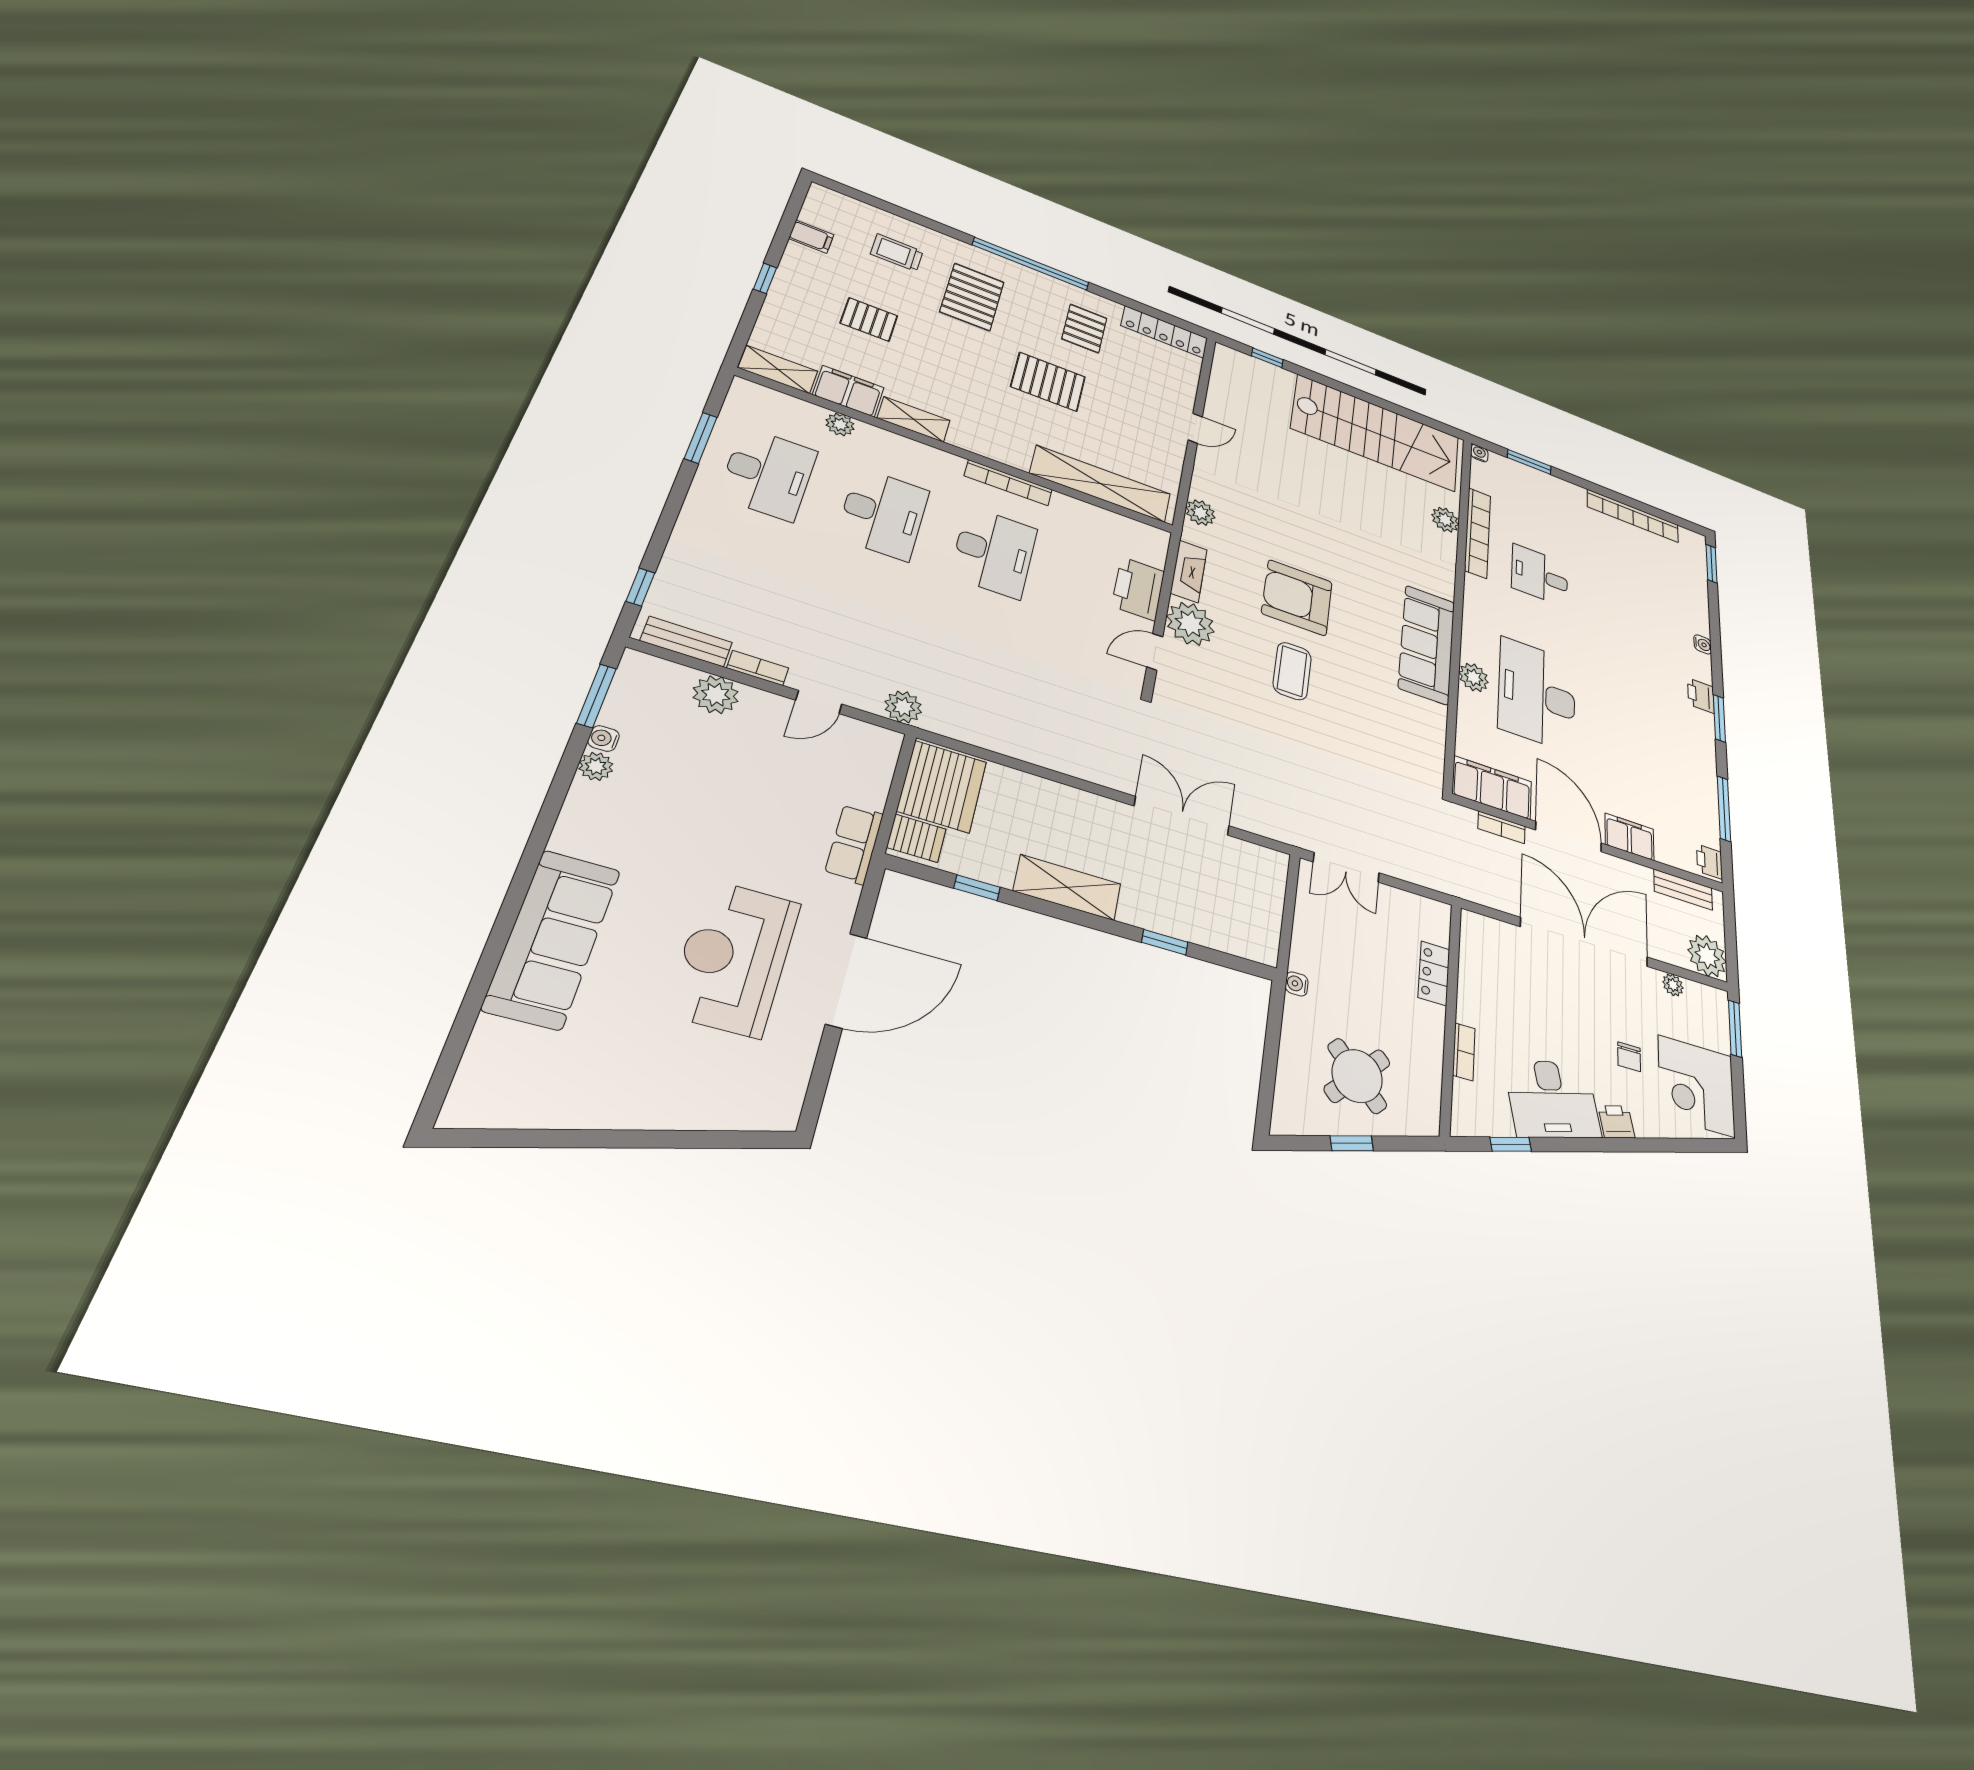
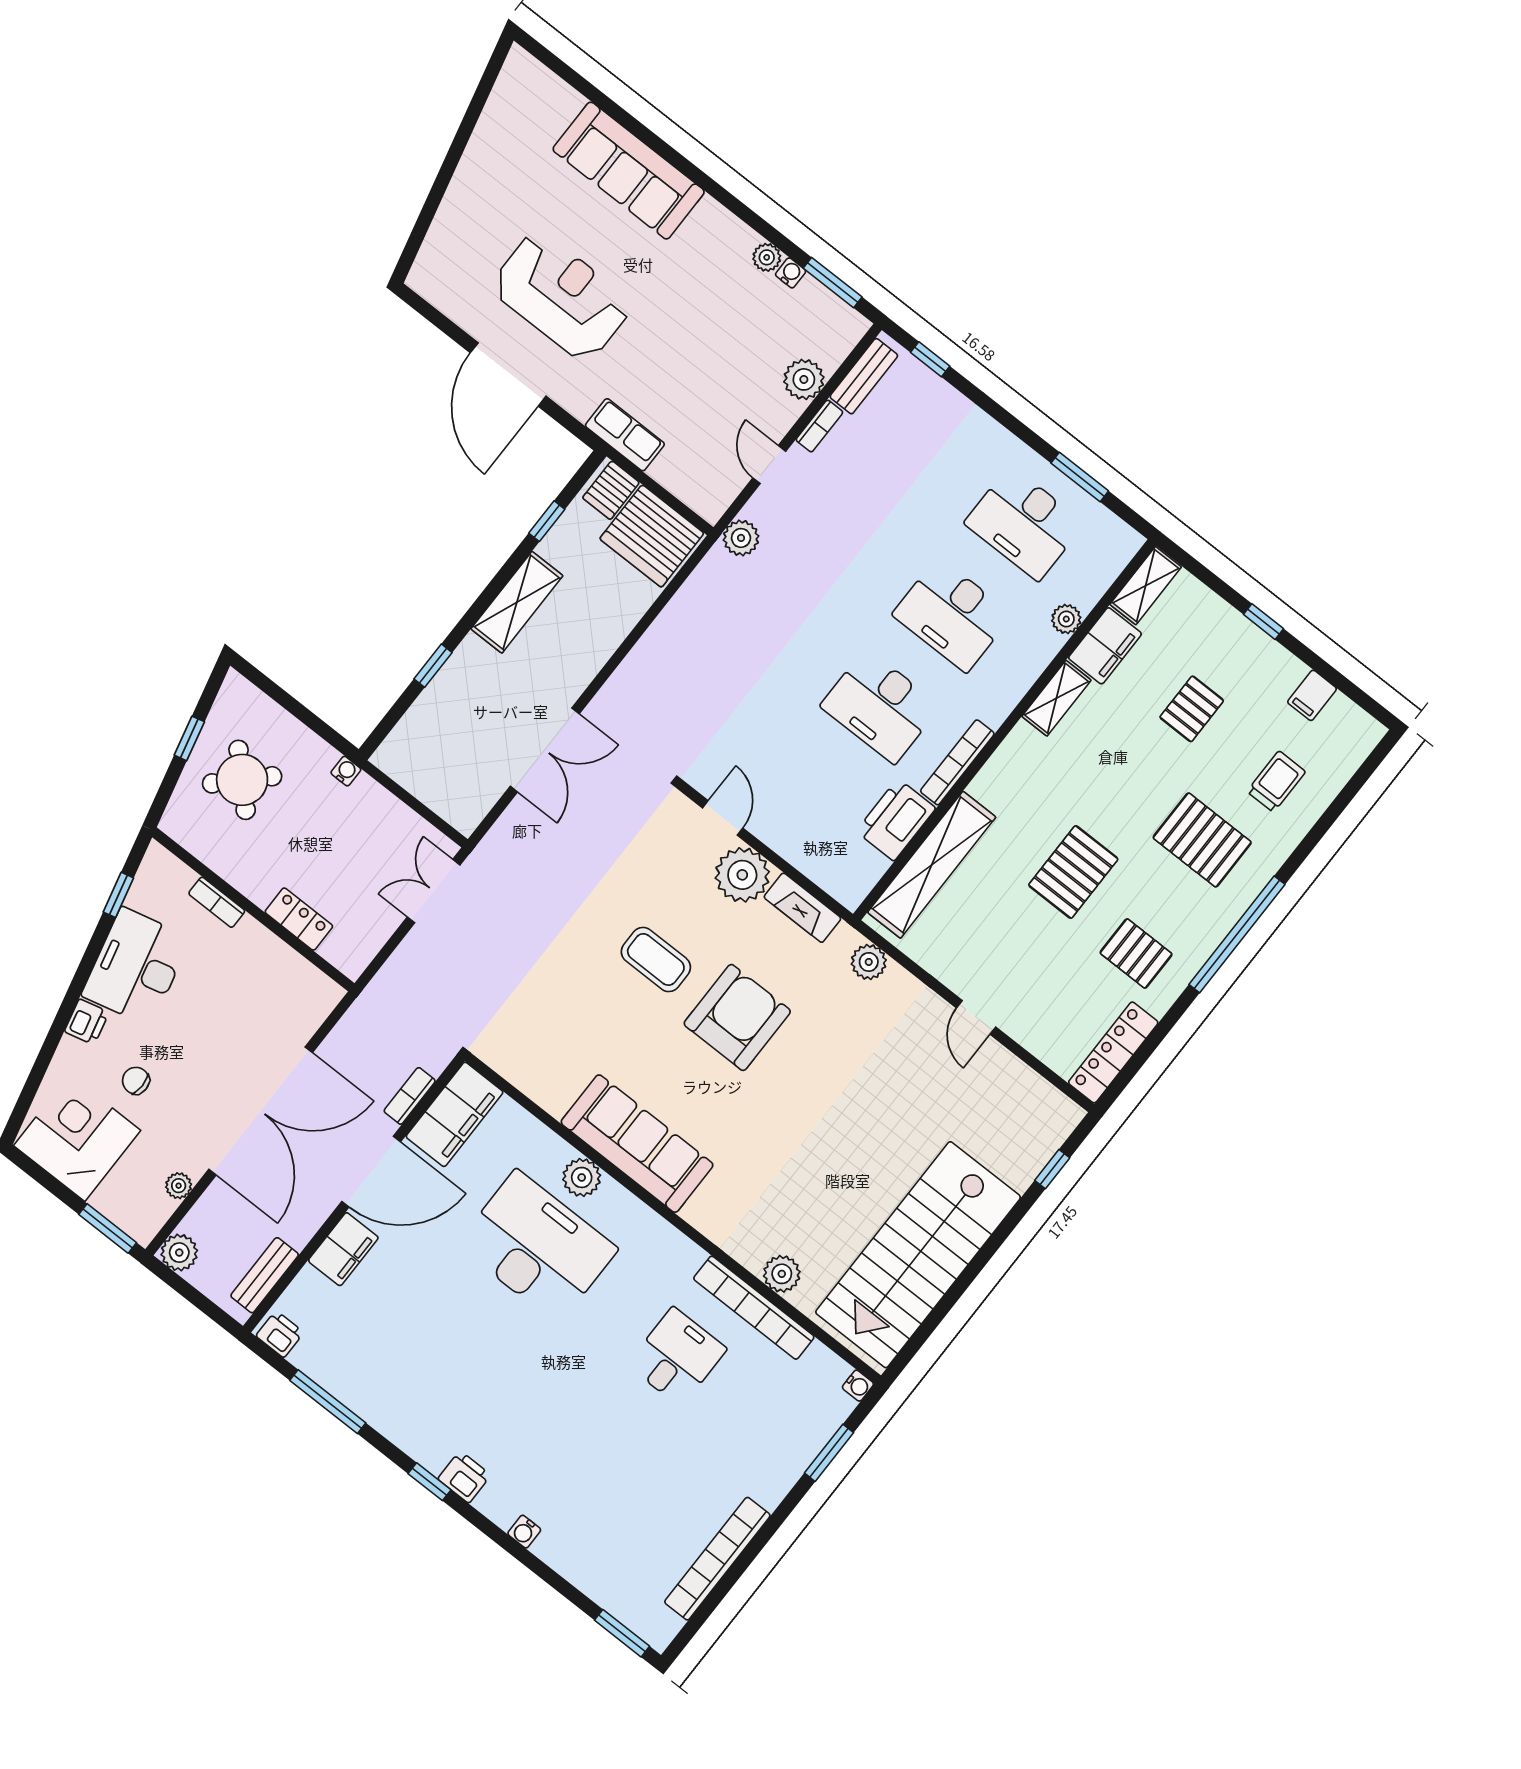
printer: (1138, 589) -> (896, 820), moved, turned -90
window: (1719, 718) -> (430, 1482), width x0.67
plant: (1707, 956) -> (179, 1253), width x0.73, depth x0.73

